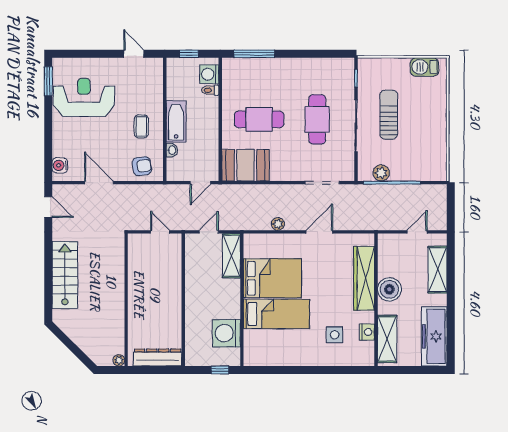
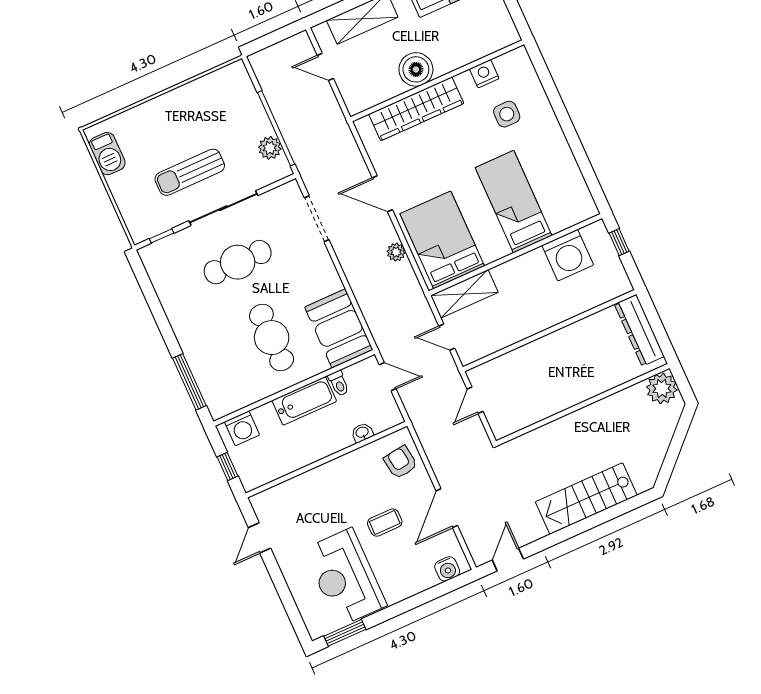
toilet: (210, 90) -> (339, 383), moved
bathtub: (176, 121) -> (304, 401), moved, turned 180
coffee table: (141, 126) -> (385, 523), moved
bed: (272, 278) -> (442, 240), moved
shelving: (387, 339) -> (482, 44), removed
plant: (119, 360) -> (662, 388), width x1.87, depth x1.87

